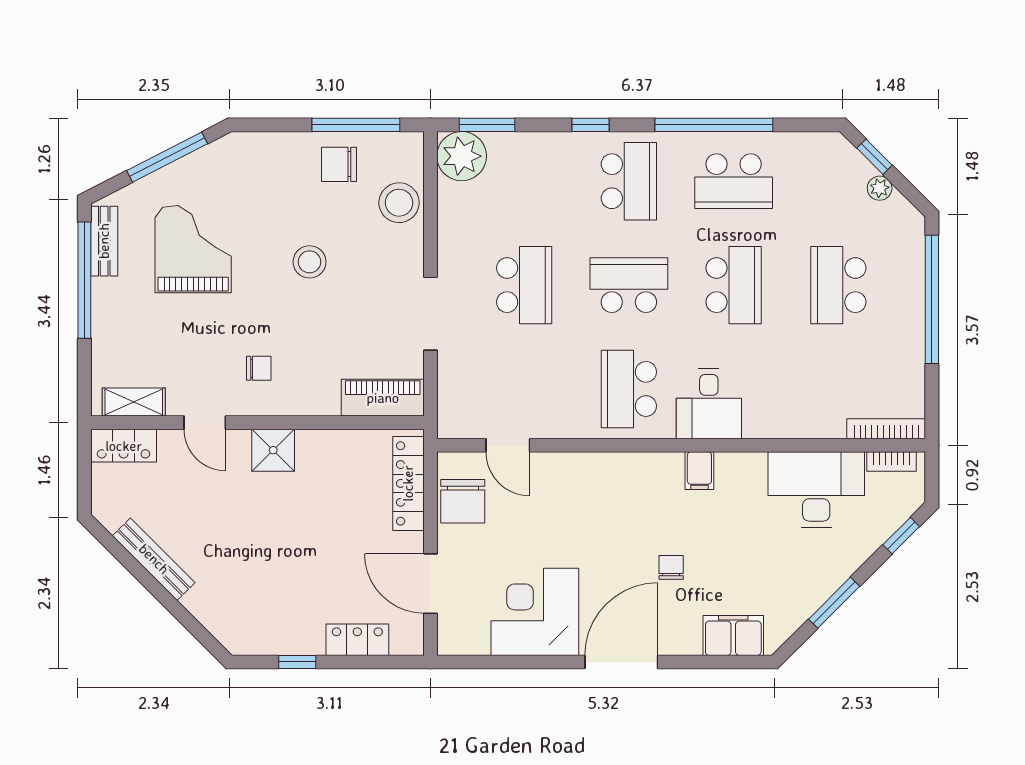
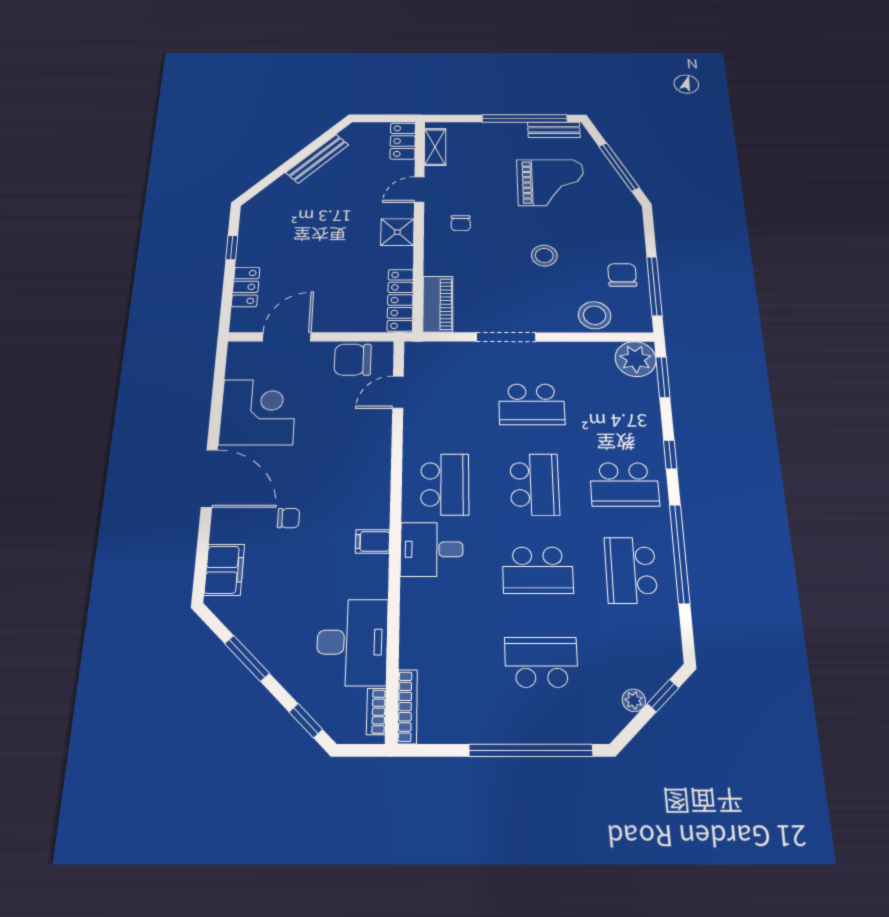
school desk: (629, 389) -> (445, 484), turned 90
locker: (408, 483) -> (400, 300), moved, turned -90

